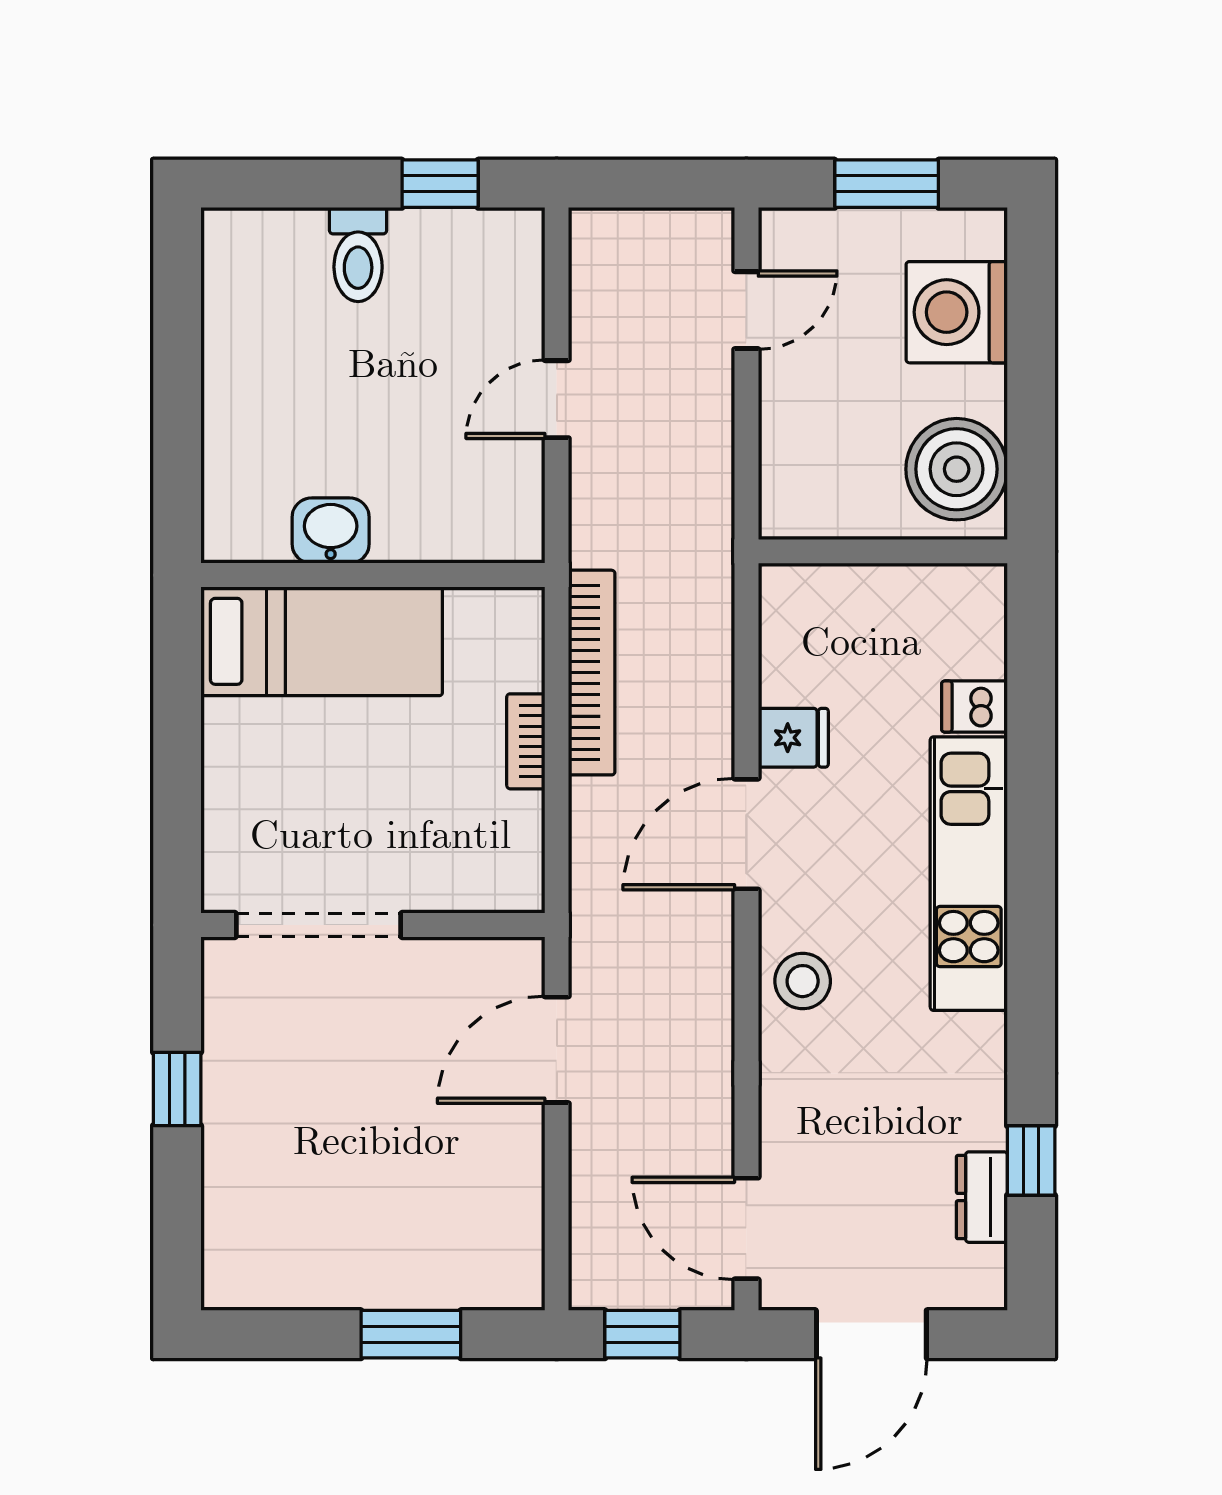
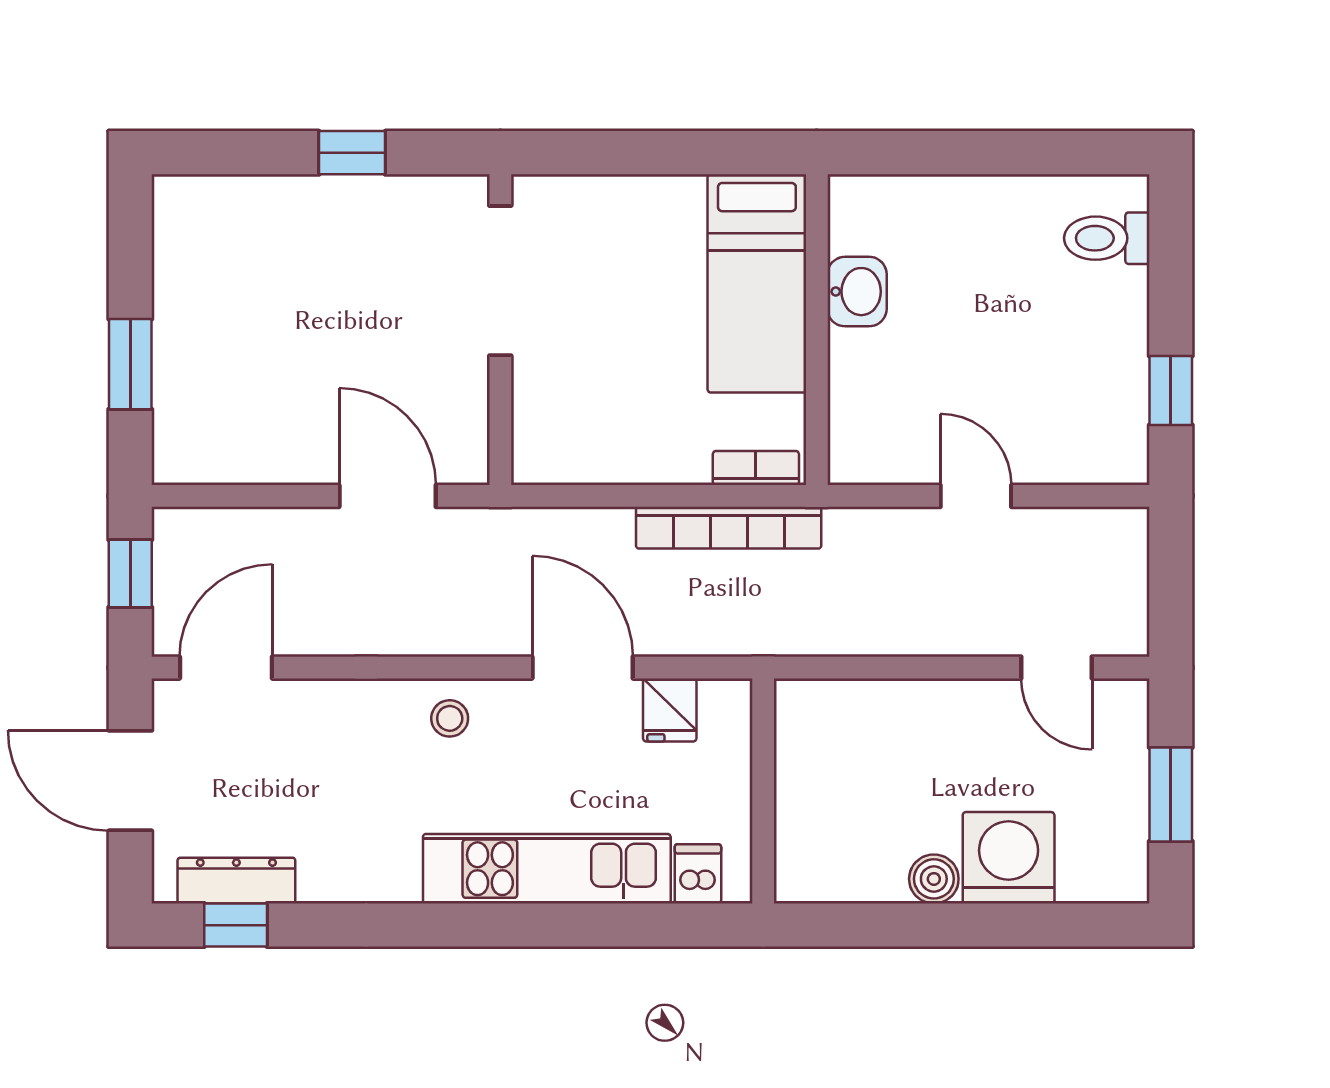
toilet: (358, 255) -> (1107, 238), moved
washing machine: (957, 312) -> (1009, 858), moved
boiler: (957, 469) -> (934, 879), width x0.54, depth x0.54
wall: (883, 551) -> (763, 791), moved
bookcase: (526, 741) -> (756, 468), moved
stool: (803, 981) -> (450, 718), width x0.73, depth x0.73
window: (1031, 1161) -> (236, 925), moved
dresser: (982, 1197) -> (236, 881), width x1.44

